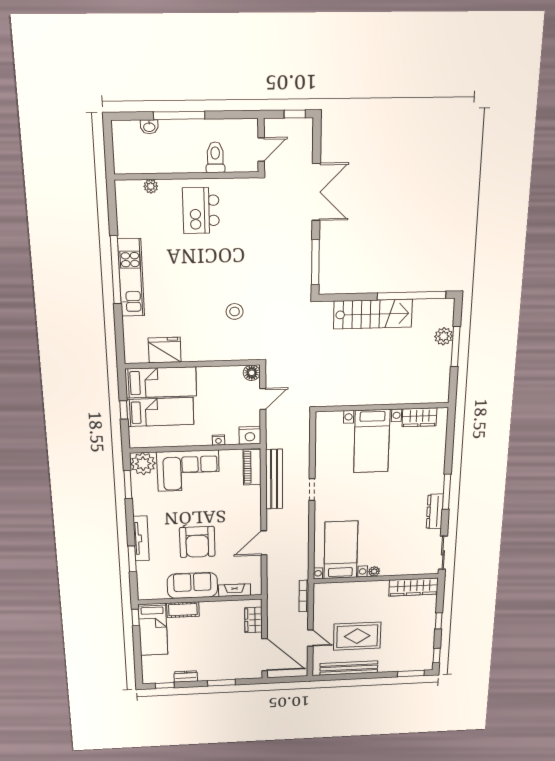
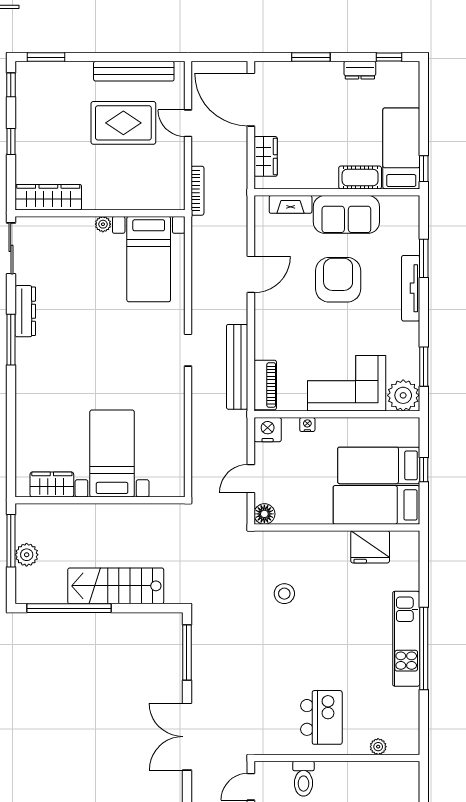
wall: (382, 407) -> (100, 500), moved
wardrobe: (419, 417) -> (52, 485), moved
bed with nightstands: (372, 441) -> (112, 453), moved

